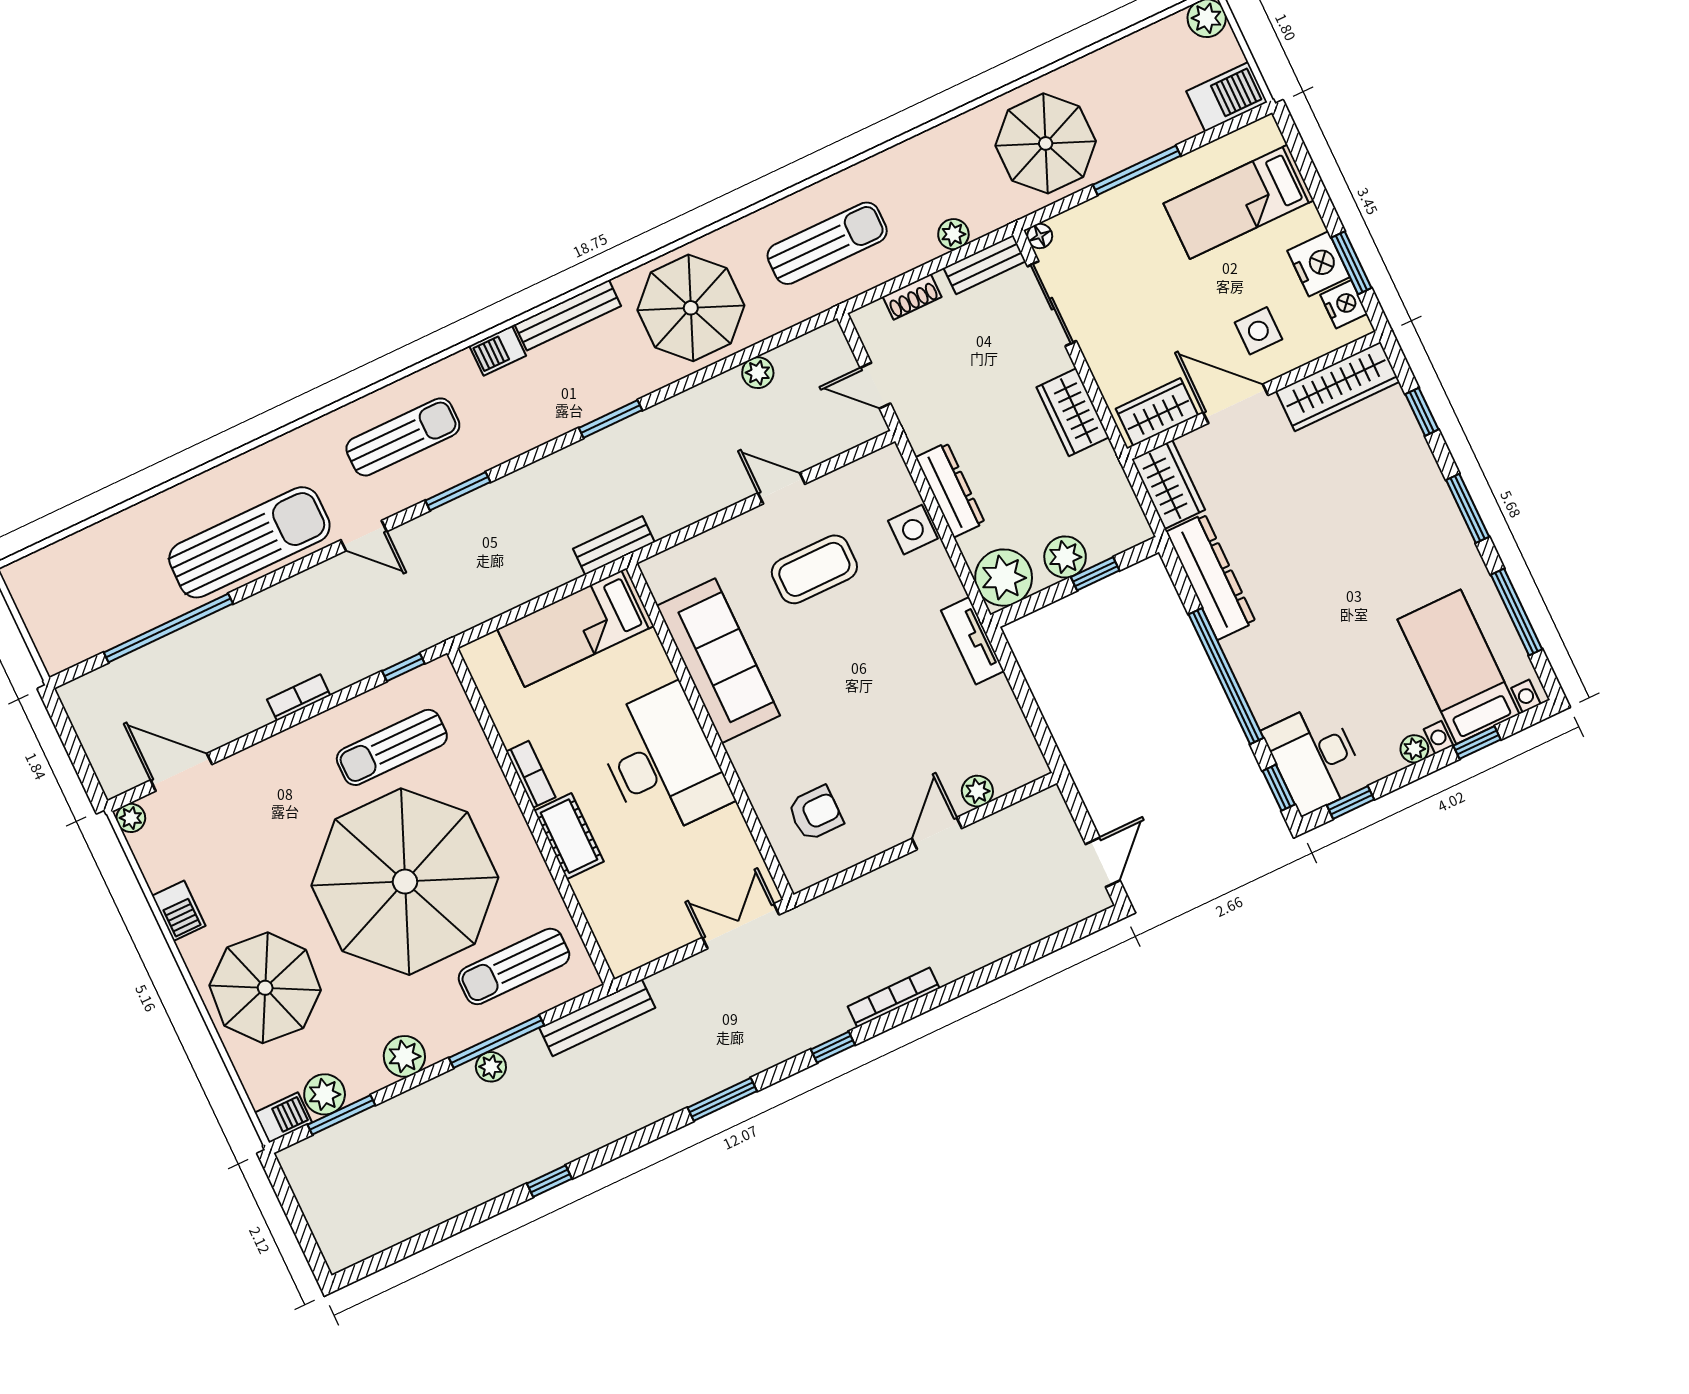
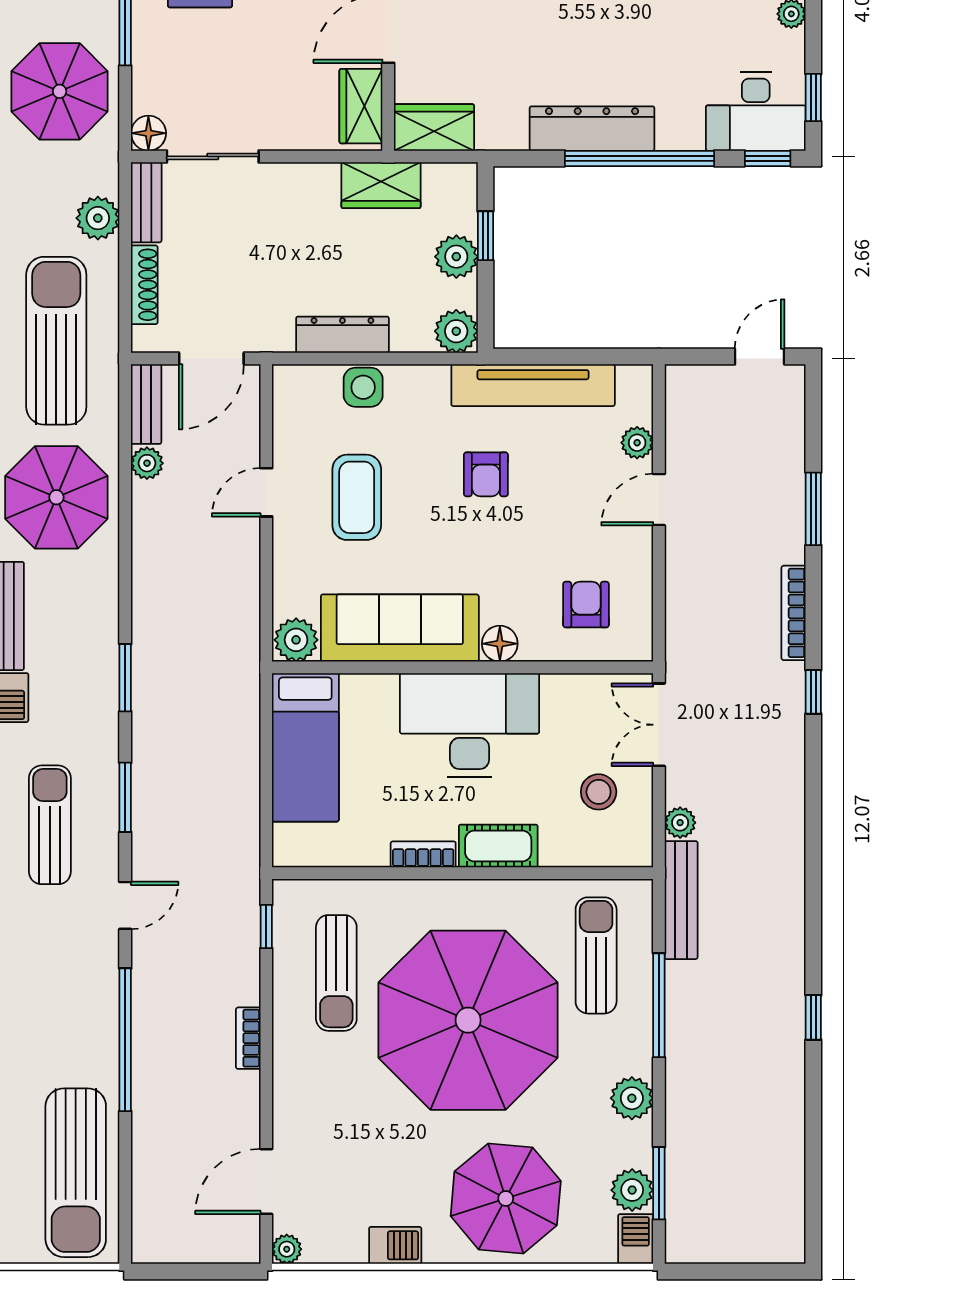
plant: (953, 234) -> (98, 218), width x1.38, depth x1.38
floor lamp: (1040, 236) -> (148, 133), width x1.37, depth x1.37
sun lounger: (827, 243) -> (56, 341), width x1.36, depth x1.34
shoe rack: (912, 297) -> (144, 285), width x1.43
door: (875, 386) -> (211, 359), width x1.38
wardrobe: (1073, 412) -> (381, 185), moved
window: (611, 419) -> (125, 678), moved
sun lounger: (249, 542) -> (76, 1173), moved, turned 180
bench: (614, 545) -> (146, 404), moved
plant: (665, 575) -> (296, 640), added
dresser: (1211, 577) -> (592, 129), moved
plant: (1004, 578) -> (456, 331), width x0.73, depth x0.73
window: (168, 628) -> (125, 1040), moved
tv unit: (973, 641) -> (533, 385), width x1.92, depth x1.29
armchair: (888, 672) -> (486, 474), added
floor lamp: (746, 754) -> (500, 644), added
door: (937, 833) -> (659, 500), hinge flipped
door: (1103, 862) -> (760, 357), hinge flipped
stool: (657, 901) -> (599, 792), added
sun lounger: (514, 966) -> (596, 955), turned 180
plant: (491, 1067) -> (680, 823), moved
window: (722, 1099) -> (813, 509), moved

